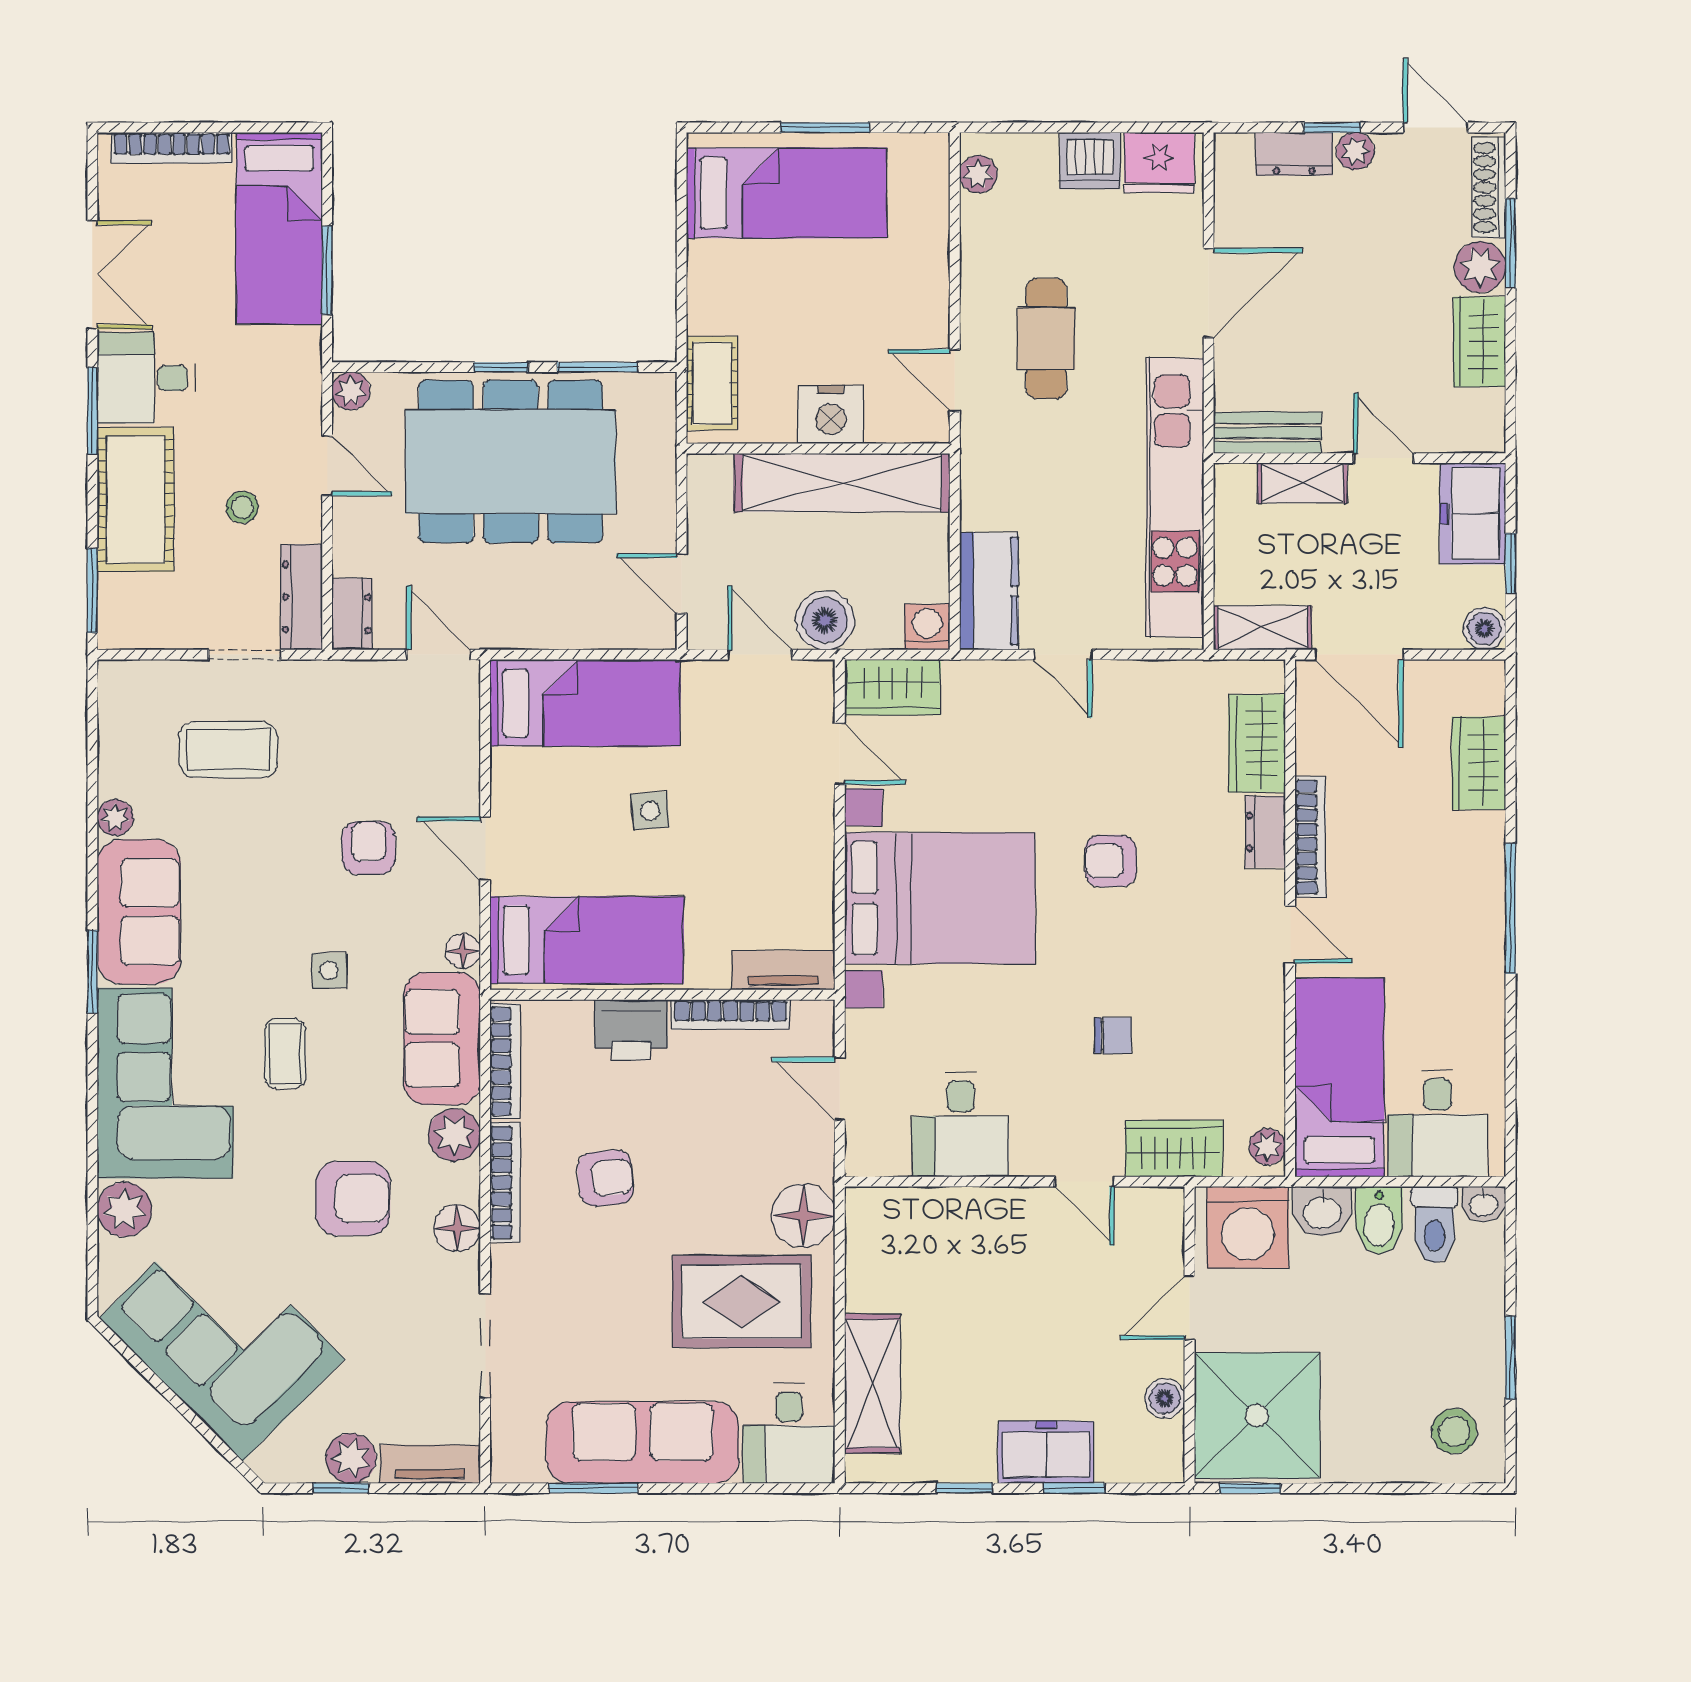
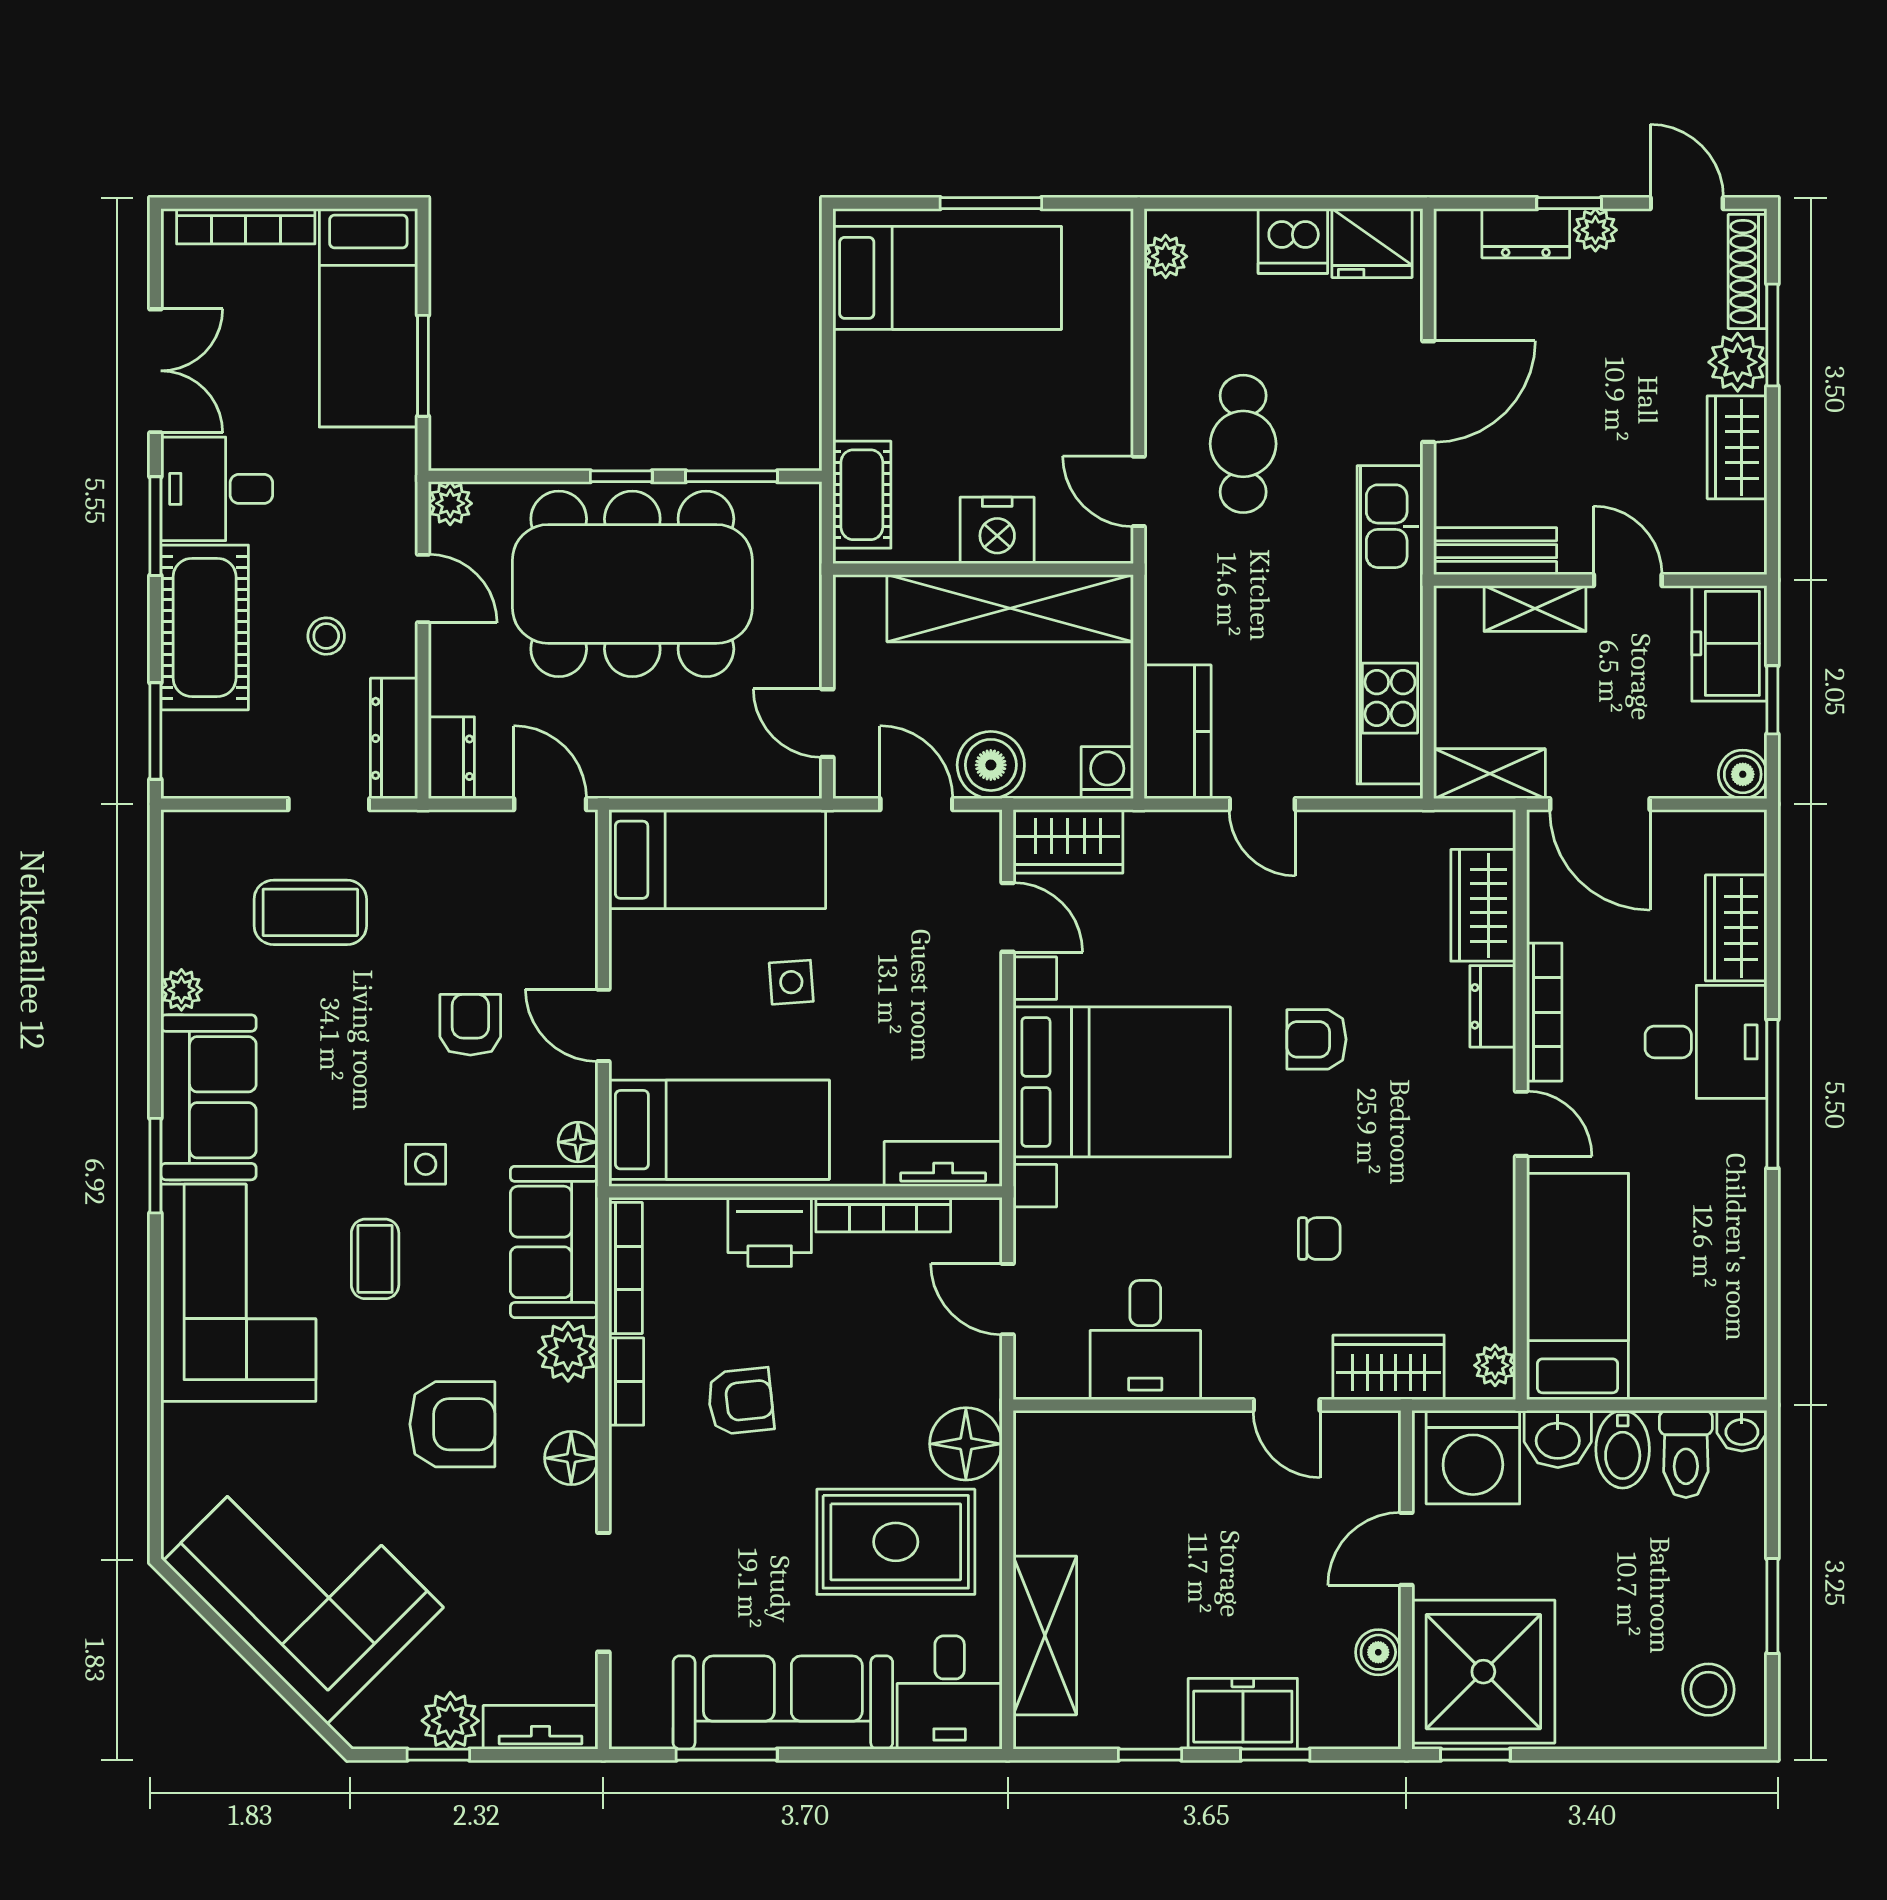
desk: (1438, 1123) -> (1706, 1042), moved, turned -90
bookcase: (505, 1182) -> (626, 1382), width x0.64
plant: (124, 1210) -> (192, 1437), removed

